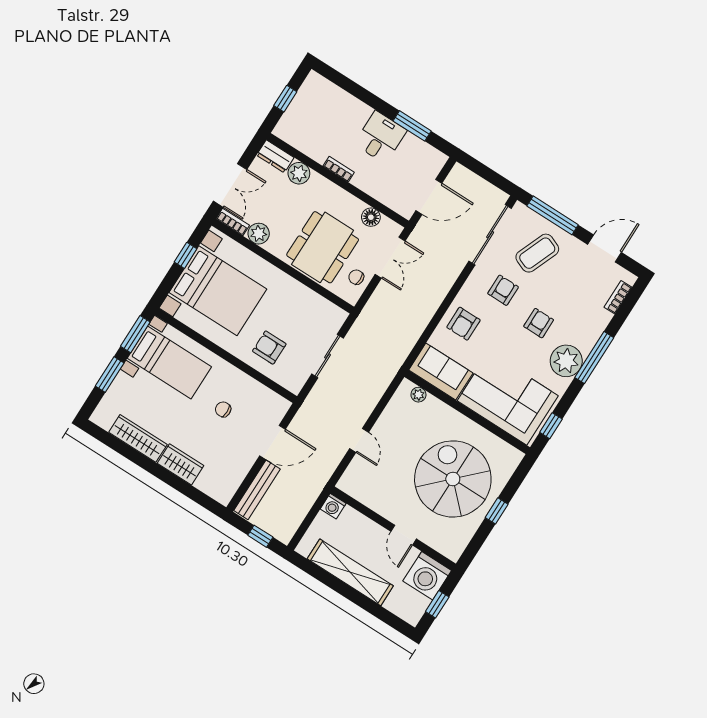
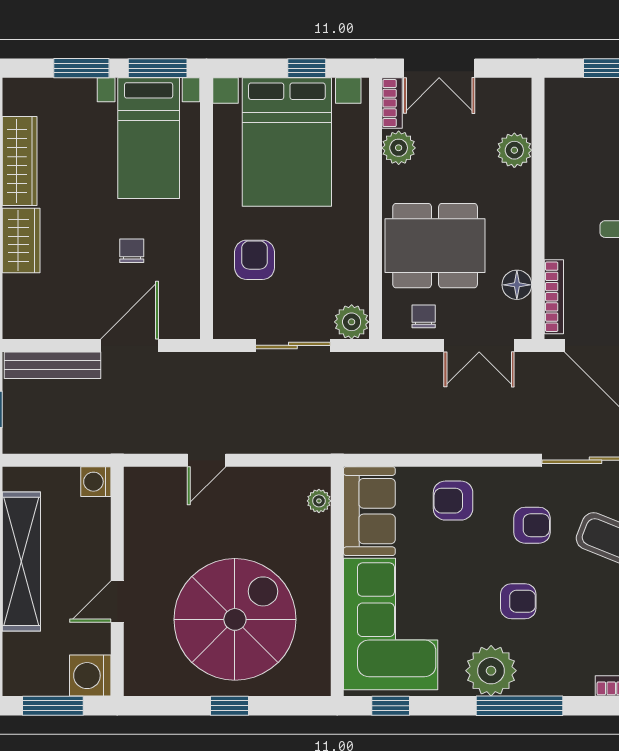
dresser: (275, 156) -> (517, 104), removed
bookcase: (339, 169) -> (554, 297), moved, width x1.56
plant: (335, 317) -> (352, 322), added
door: (272, 442) -> (129, 345), swing flipped
washing machine: (427, 576) -> (90, 676), width x0.73, depth x0.73
window: (437, 604) -> (53, 706), width x1.50

